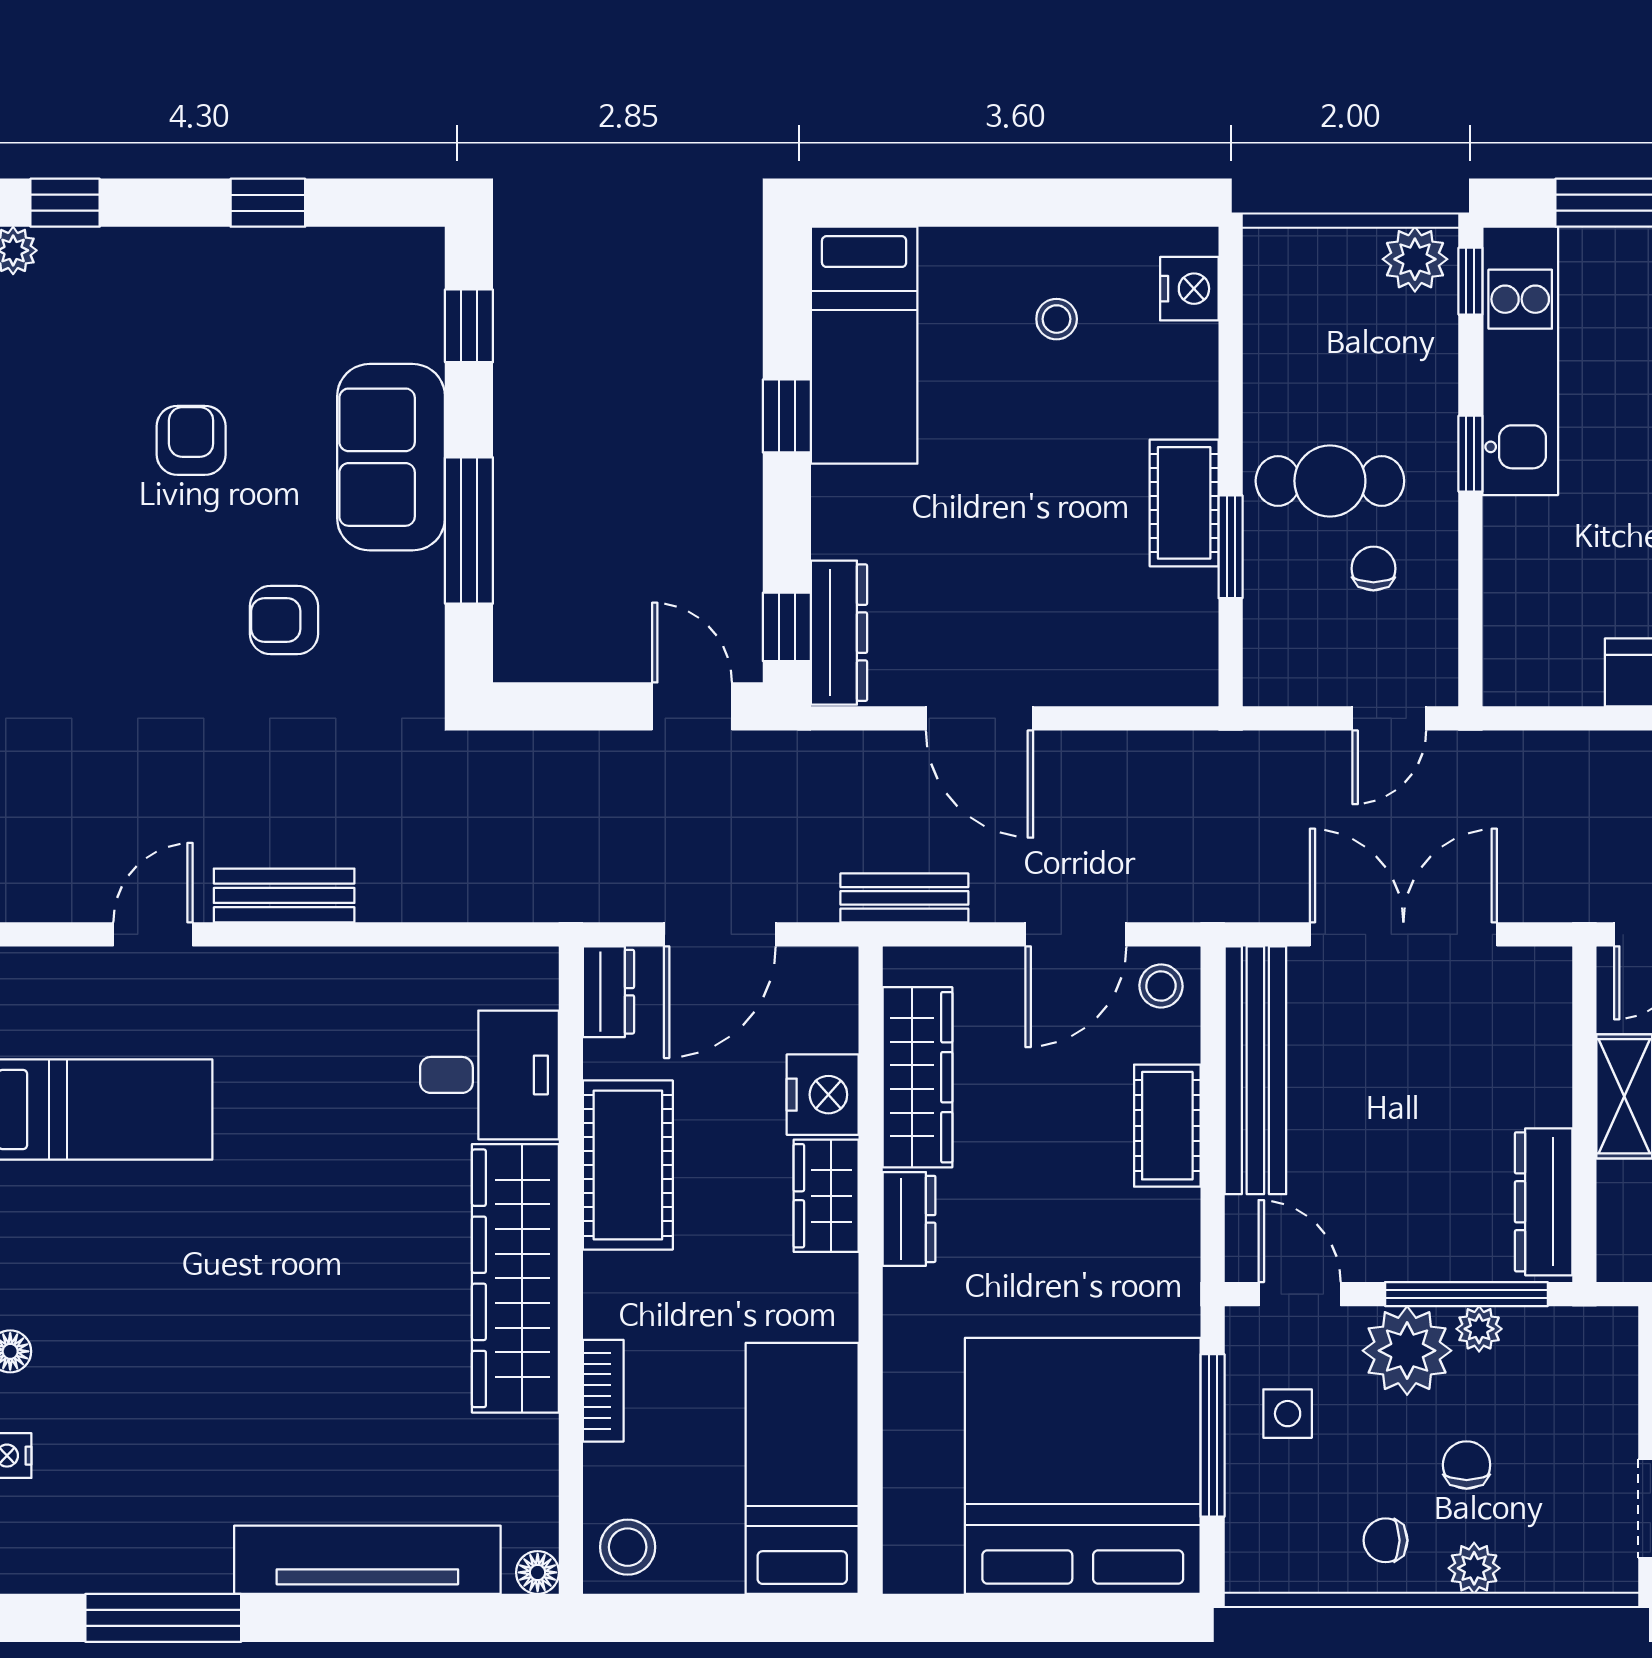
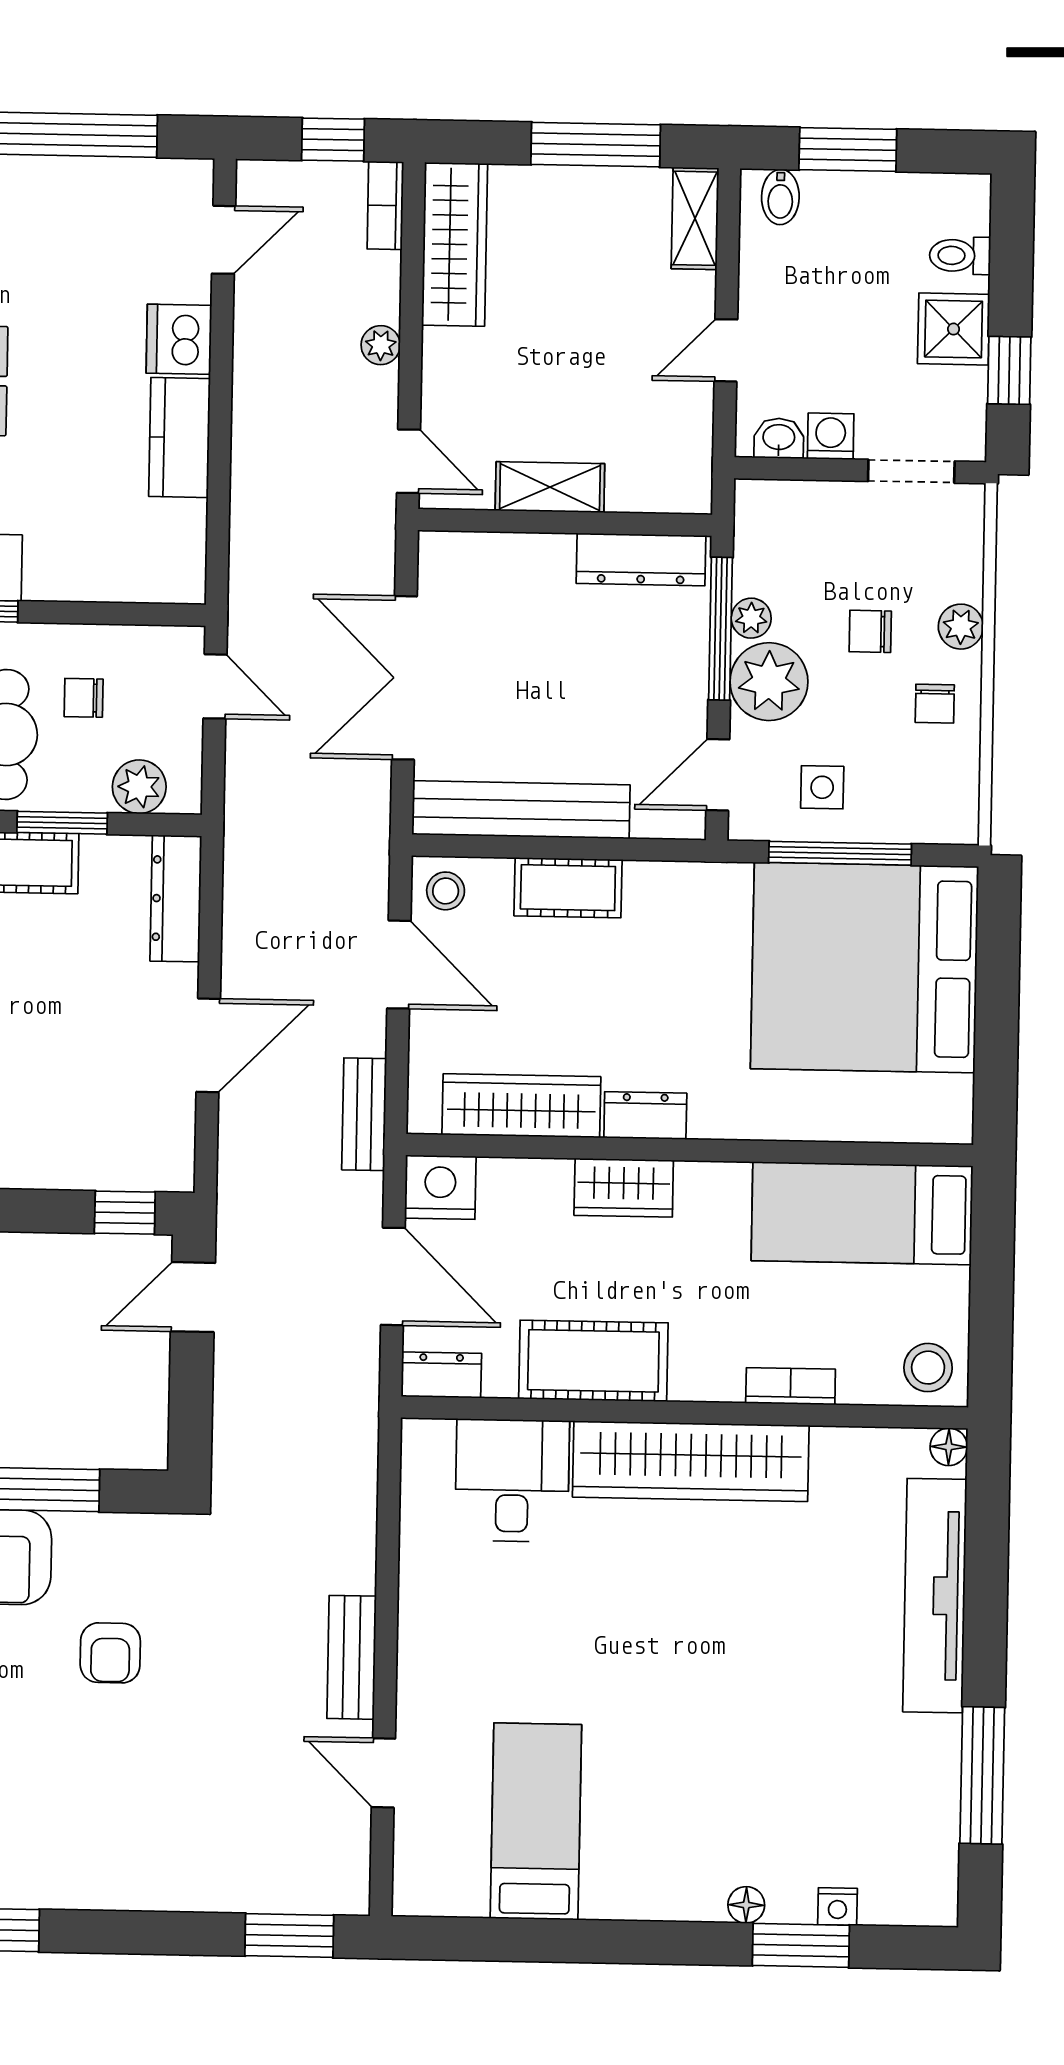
dresser: (839, 633) -> (176, 898), moved, turned -90
plant: (1273, 634) -> (139, 787), added
nightstand: (823, 1095) -> (440, 1187), moved

